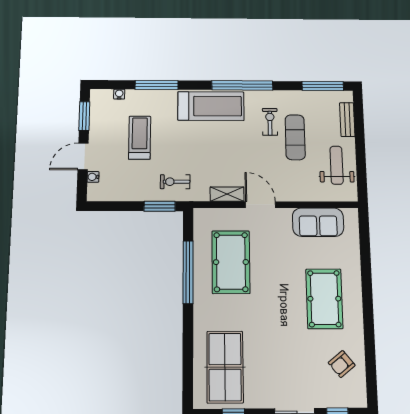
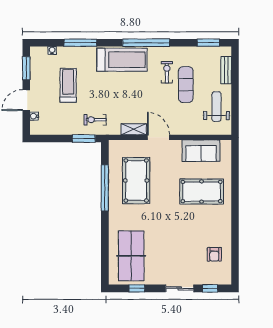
window: (323, 86) -> (208, 43), width x0.69
pool table: (324, 299) -> (202, 192), moved, turned 90
armchair: (342, 364) -> (214, 254), turned -51

